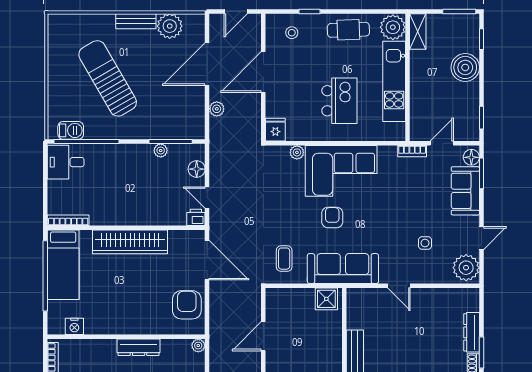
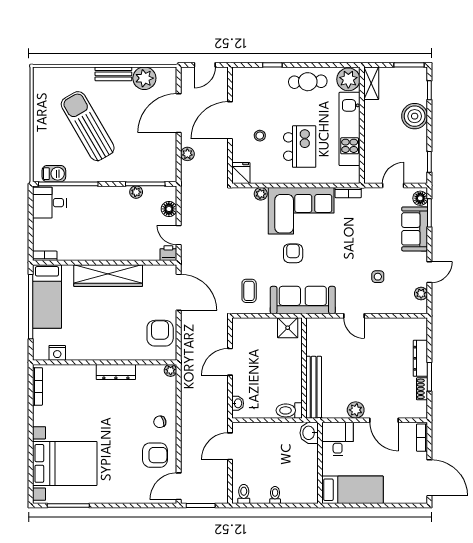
stool: (292, 33) -> (260, 136), moved
bookcase: (412, 151) -> (348, 193), moved
bookcase: (68, 220) -> (45, 256), width x0.64
plant: (466, 268) -> (421, 294), width x0.53, depth x0.53

